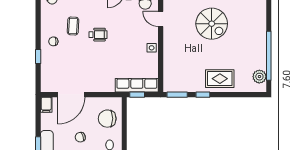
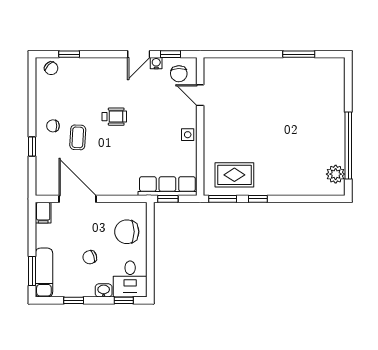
spiral stairs: (212, 24) -> (270, 102), removed
coffee table: (73, 26) -> (78, 137), moved
rug: (220, 79) -> (234, 175), moved
door: (71, 95) -> (77, 199), swing flipped

